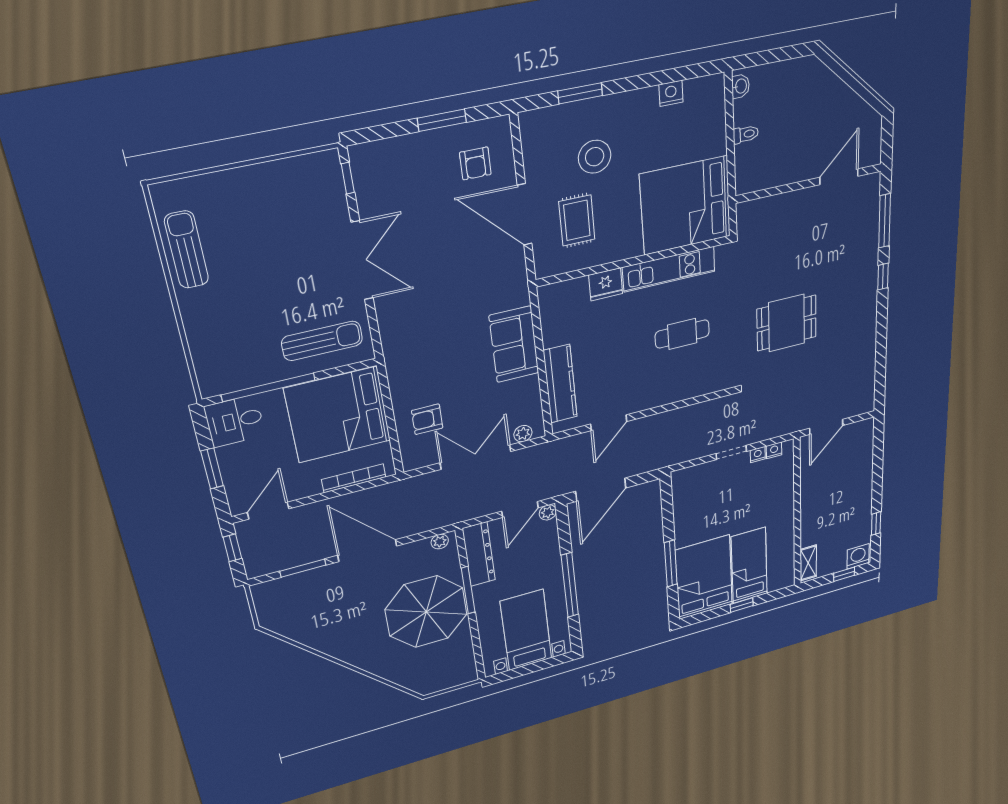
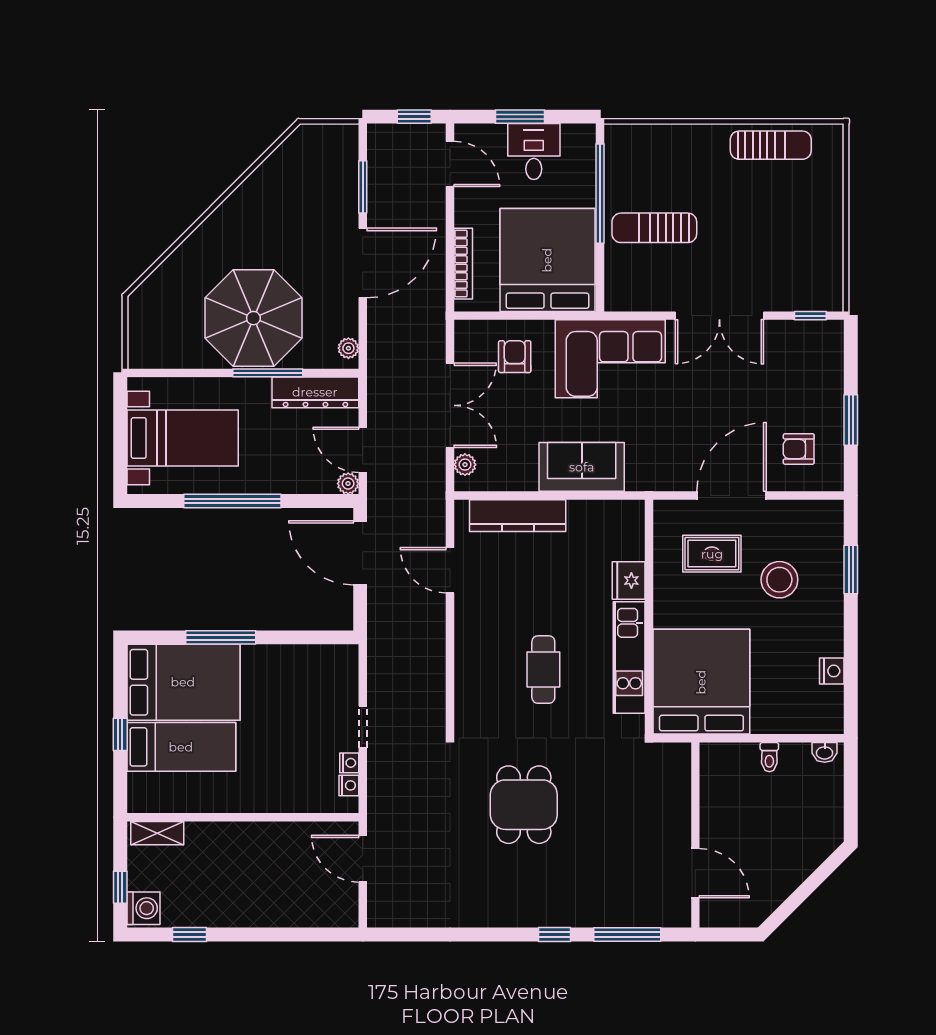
sun lounger: (322, 341) -> (654, 228), moved, turned 90
corner sofa: (417, 344) -> (610, 359), added
desk: (235, 421) -> (534, 152), moved

